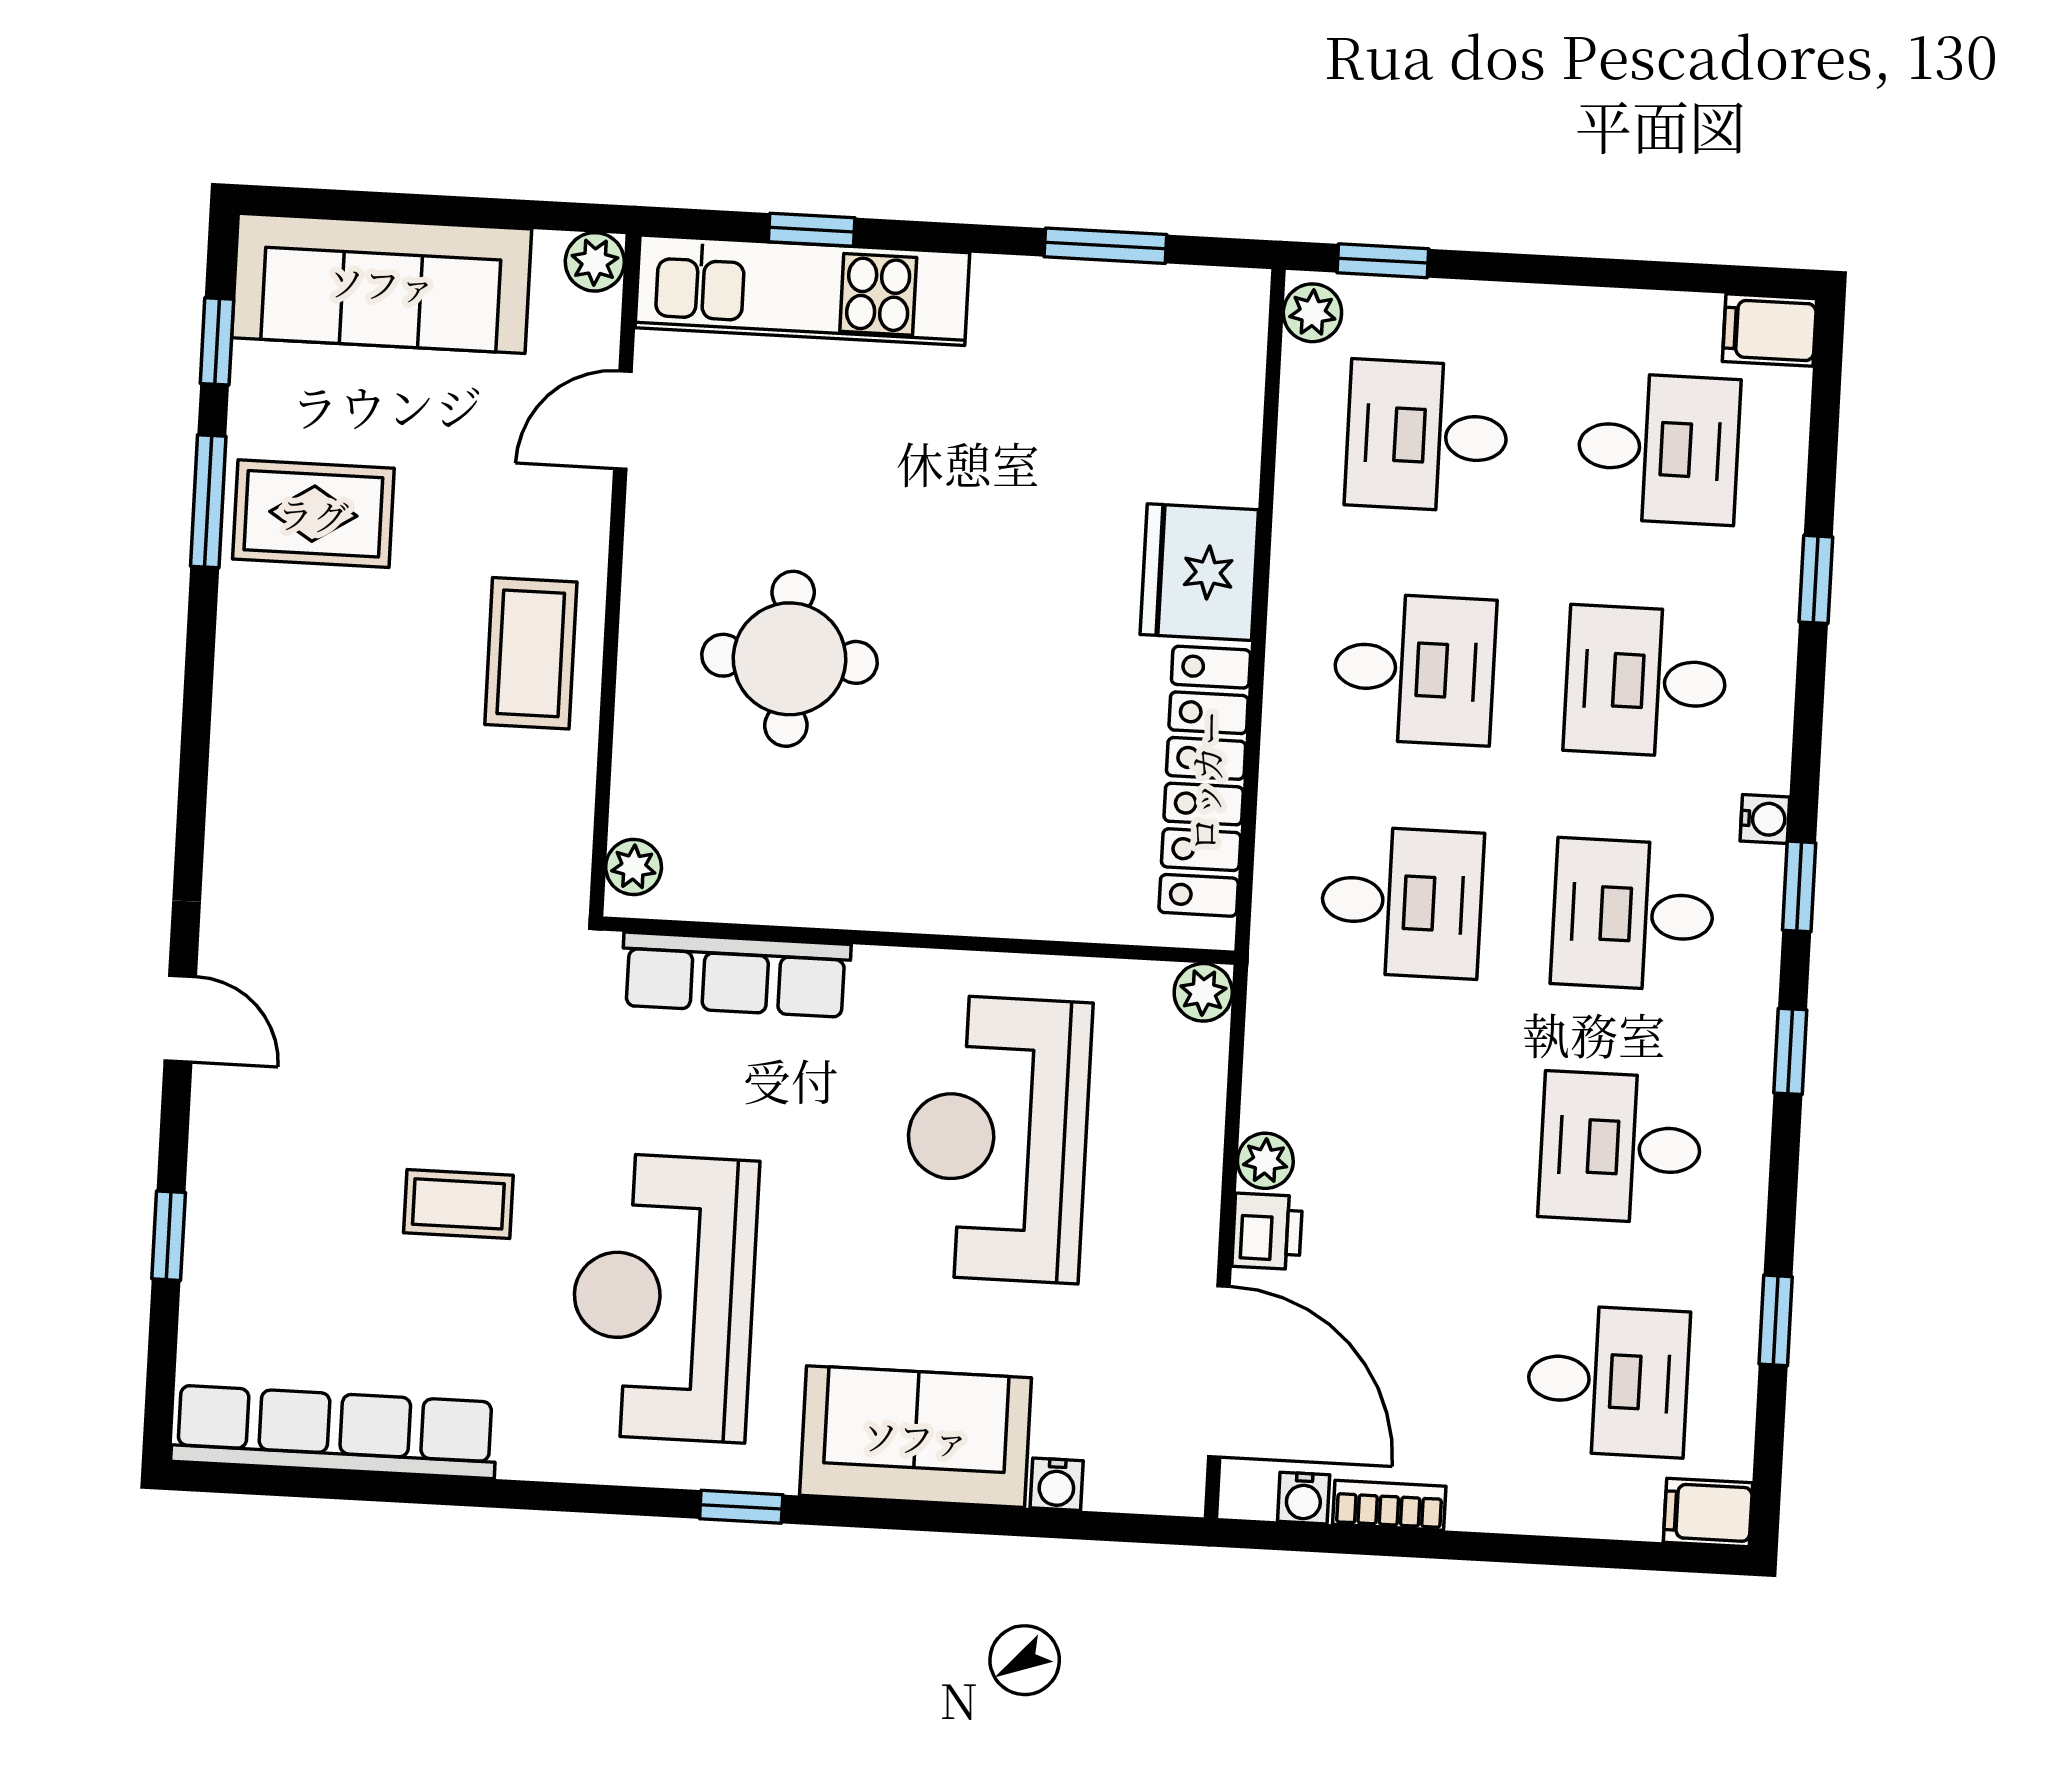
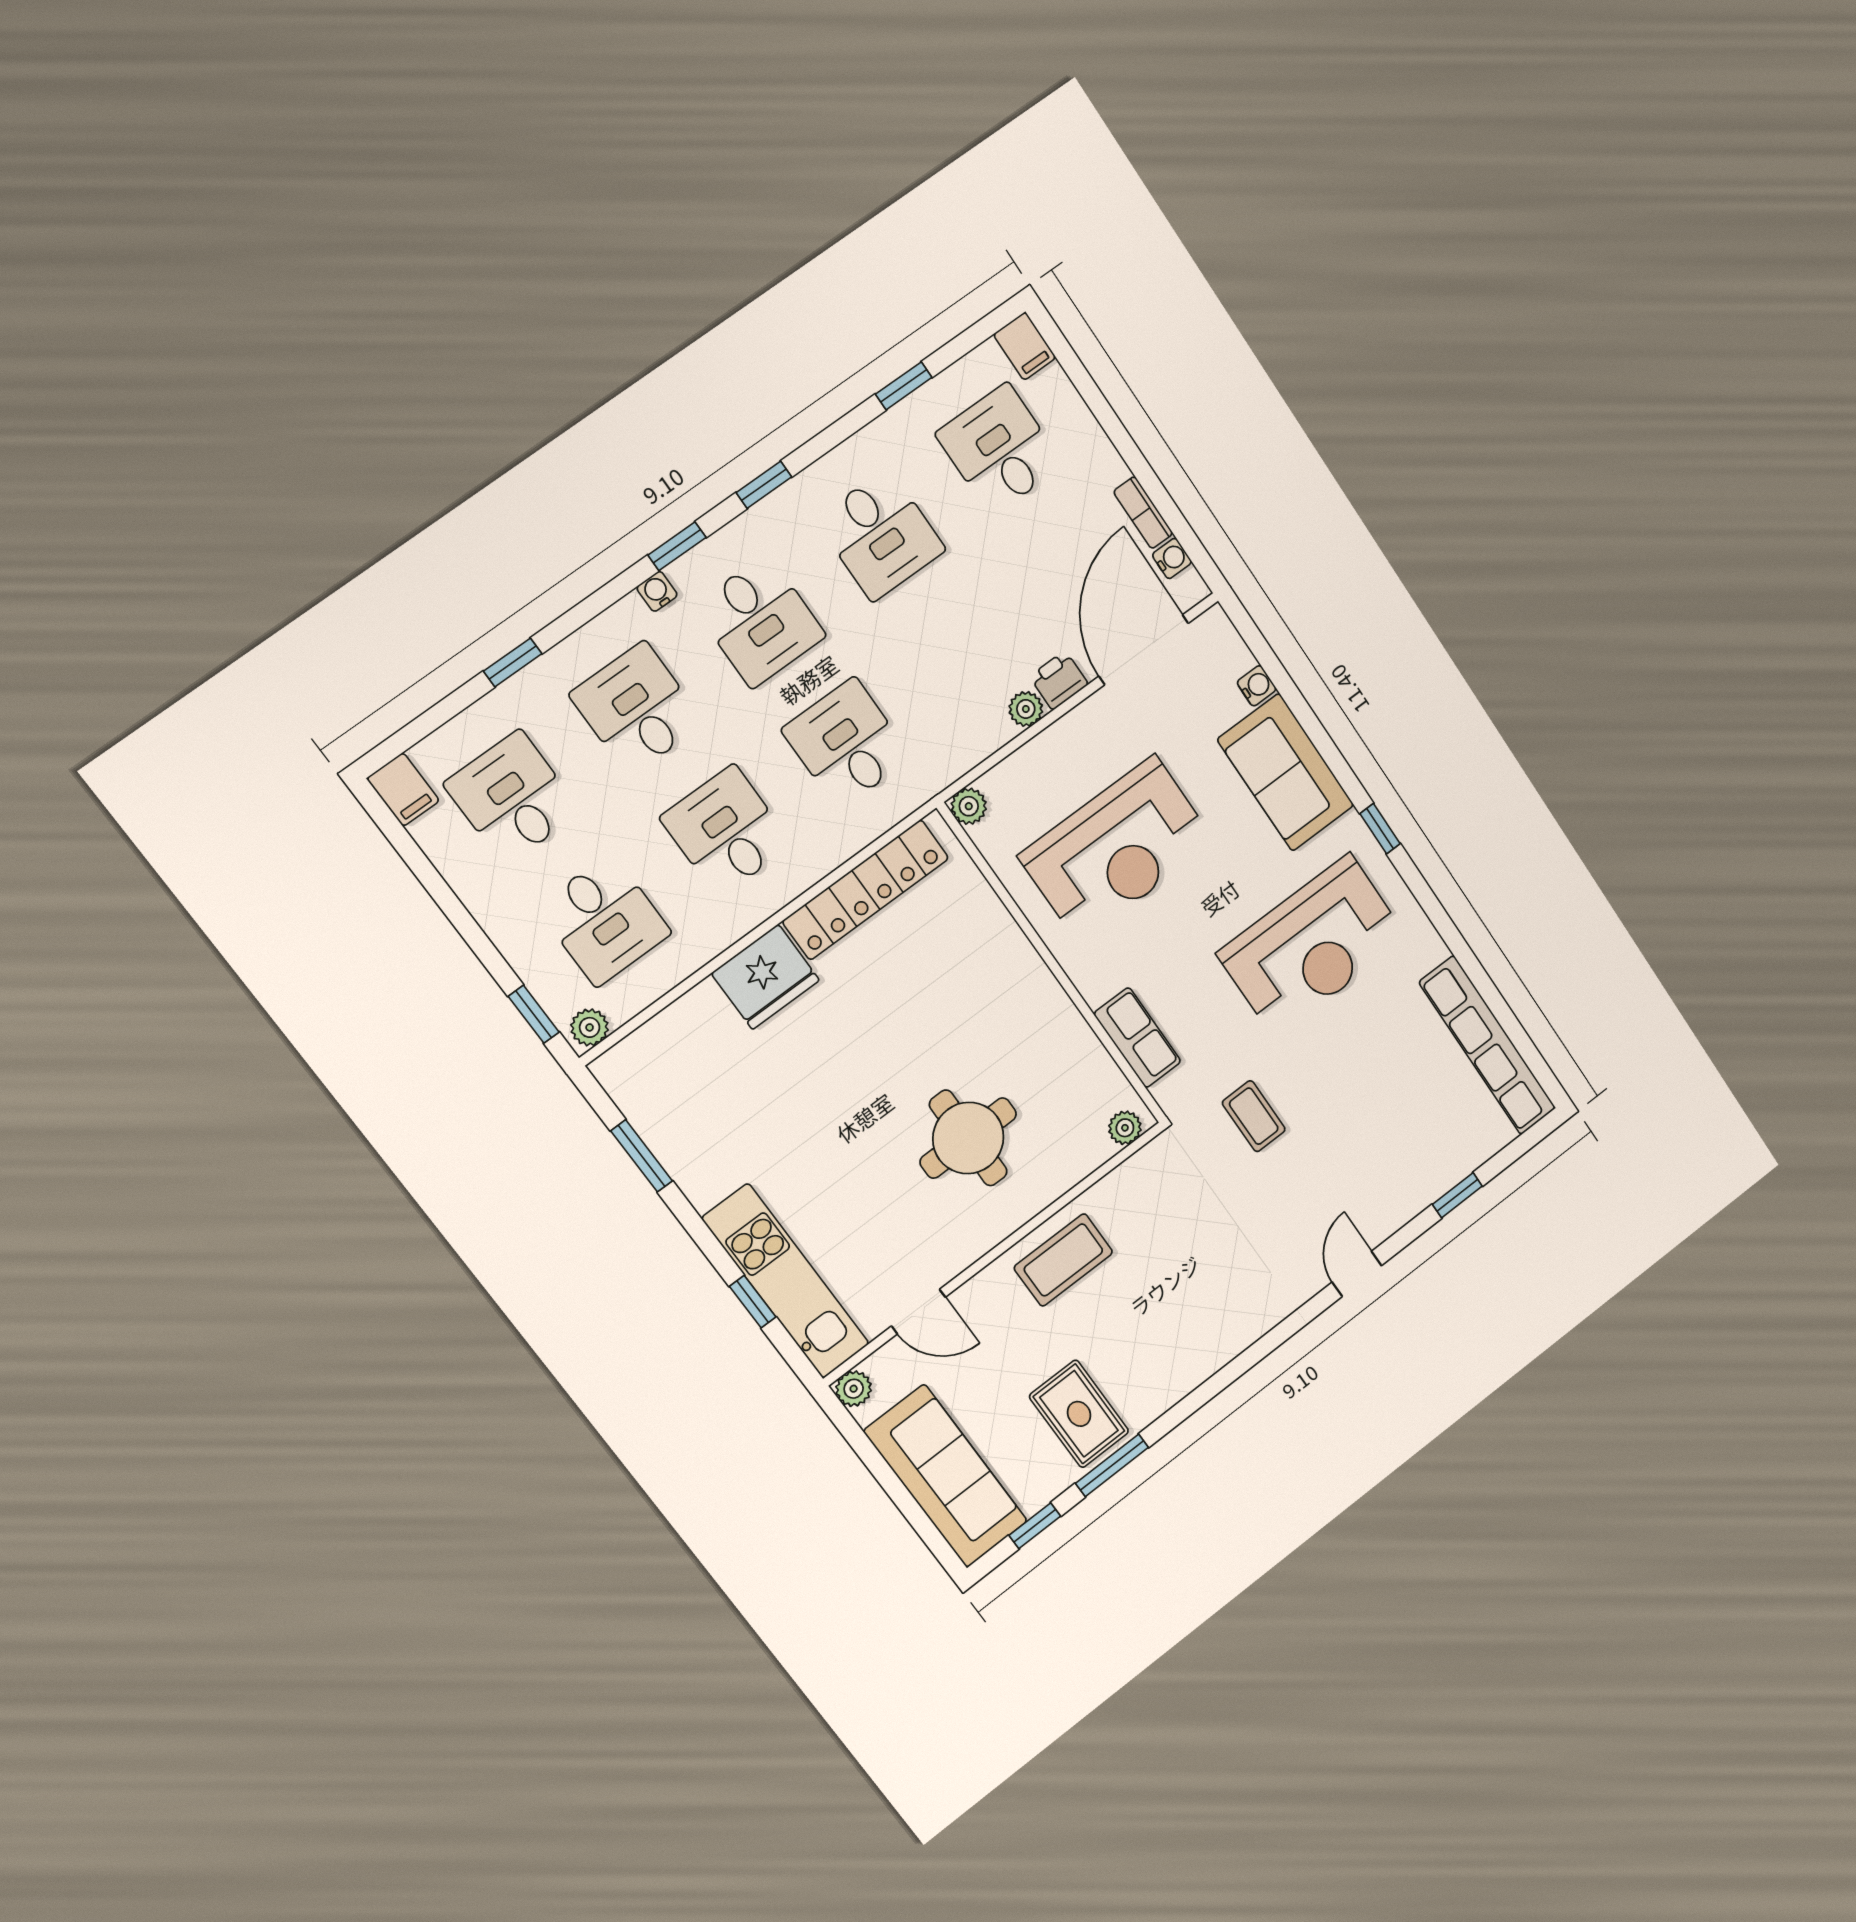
desk: (1646, 682) -> (637, 709), turned 180
row of seats: (736, 975) -> (1137, 1038), width x0.68
coffee table: (458, 1204) -> (1254, 1116), moved

